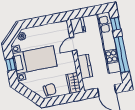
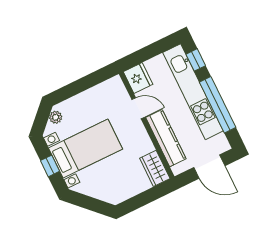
door: (73, 44) -> (138, 108), swing flipped
kitchen counter: (85, 66) -> (166, 138), width x1.50
chair: (50, 90) -> (121, 189), removed

